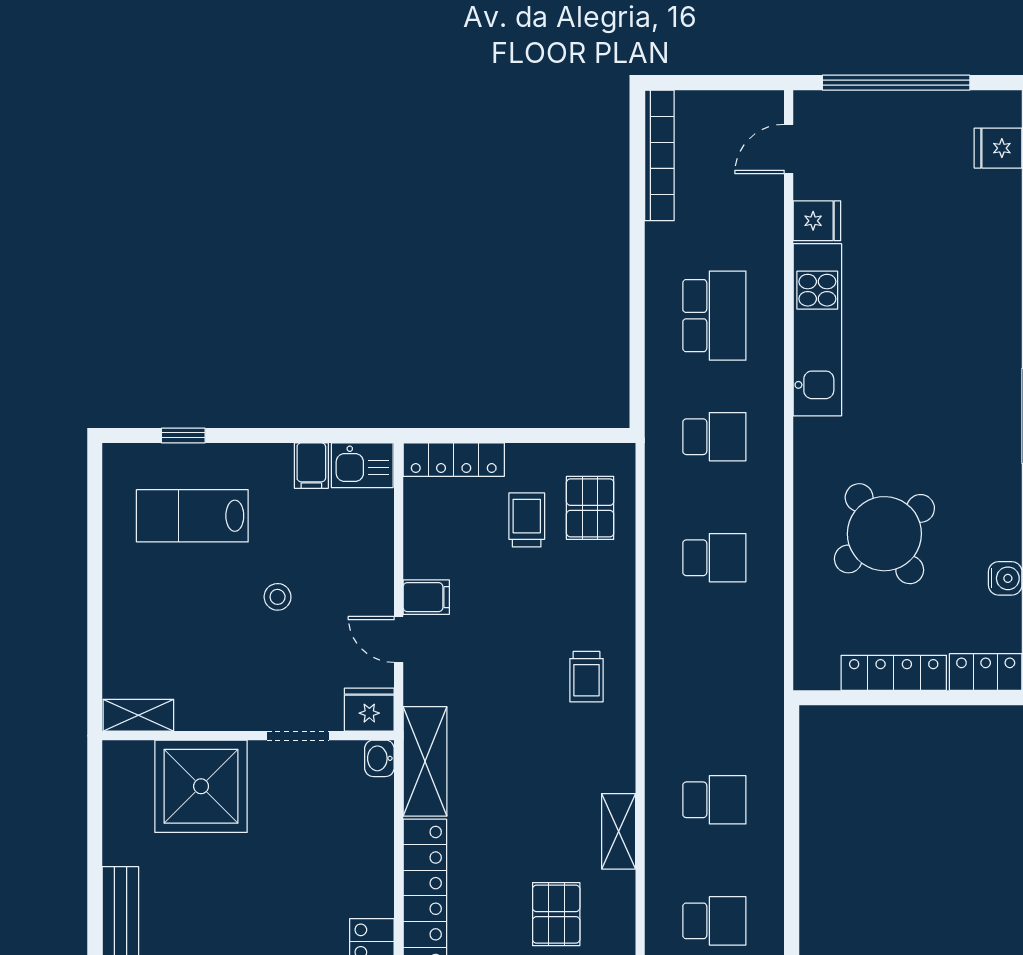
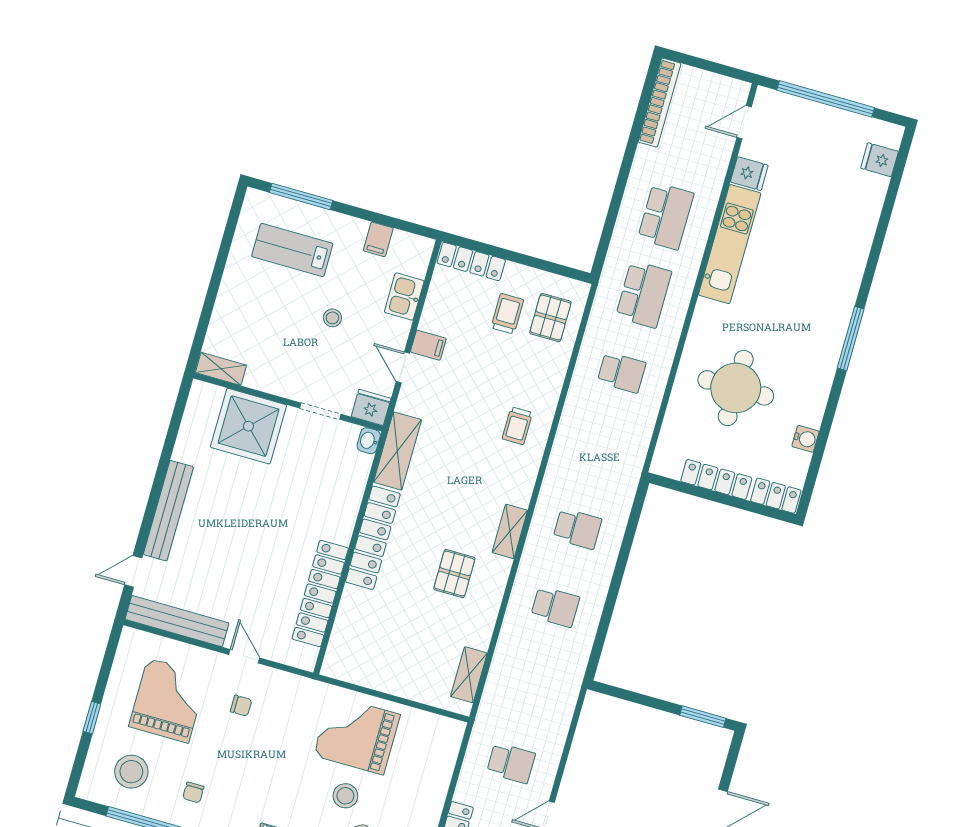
window: (183, 435) -> (301, 196), width x2.17
school desk: (714, 437) -> (644, 294), width x1.85
kitchen sink: (362, 465) -> (404, 297), moved, turned 90
round table: (884, 534) -> (736, 388), turned 35

